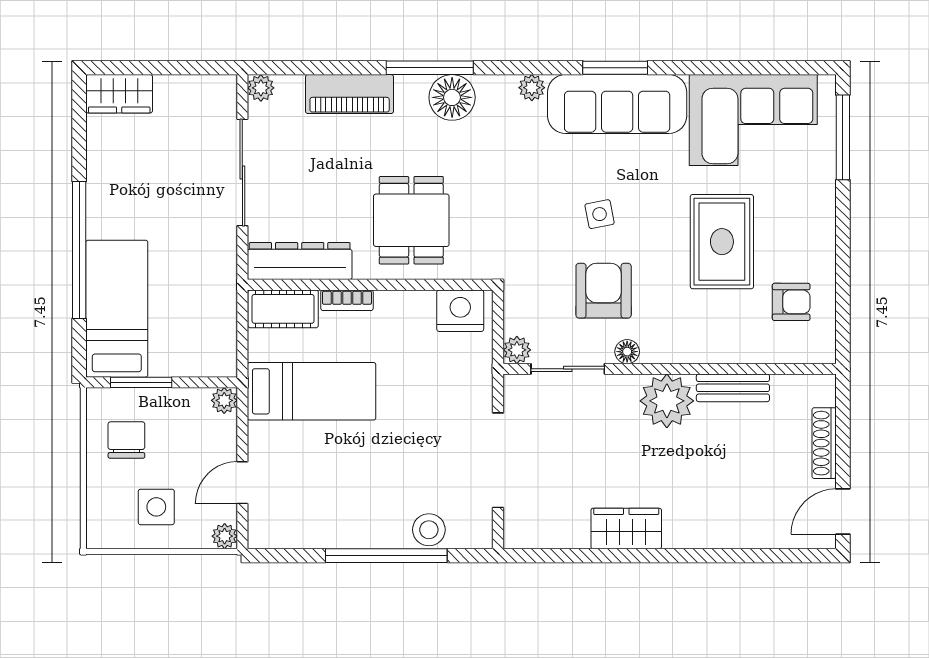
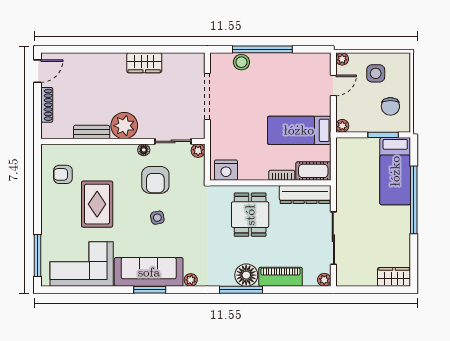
floor lamp: (452, 97) -> (246, 275), moved

